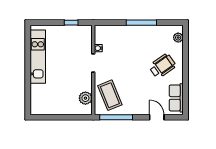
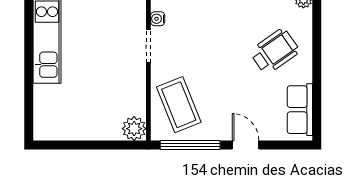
plant: (85, 98) -> (134, 129), moved
door: (157, 117) -> (246, 145), moved

